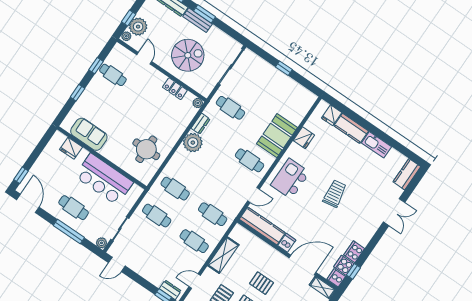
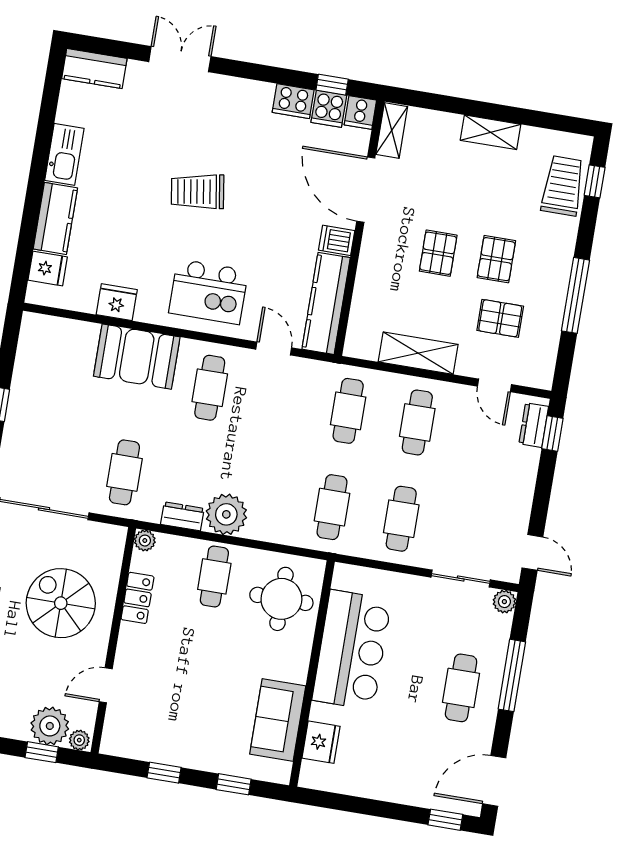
cafe table: (113, 75) -> (214, 576), moved
sofa: (89, 134) -> (278, 720), moved
fridge: (71, 148) -> (321, 742), moved
wall: (102, 158) -> (312, 674), moved
bar counter: (104, 179) -> (352, 650), moved

